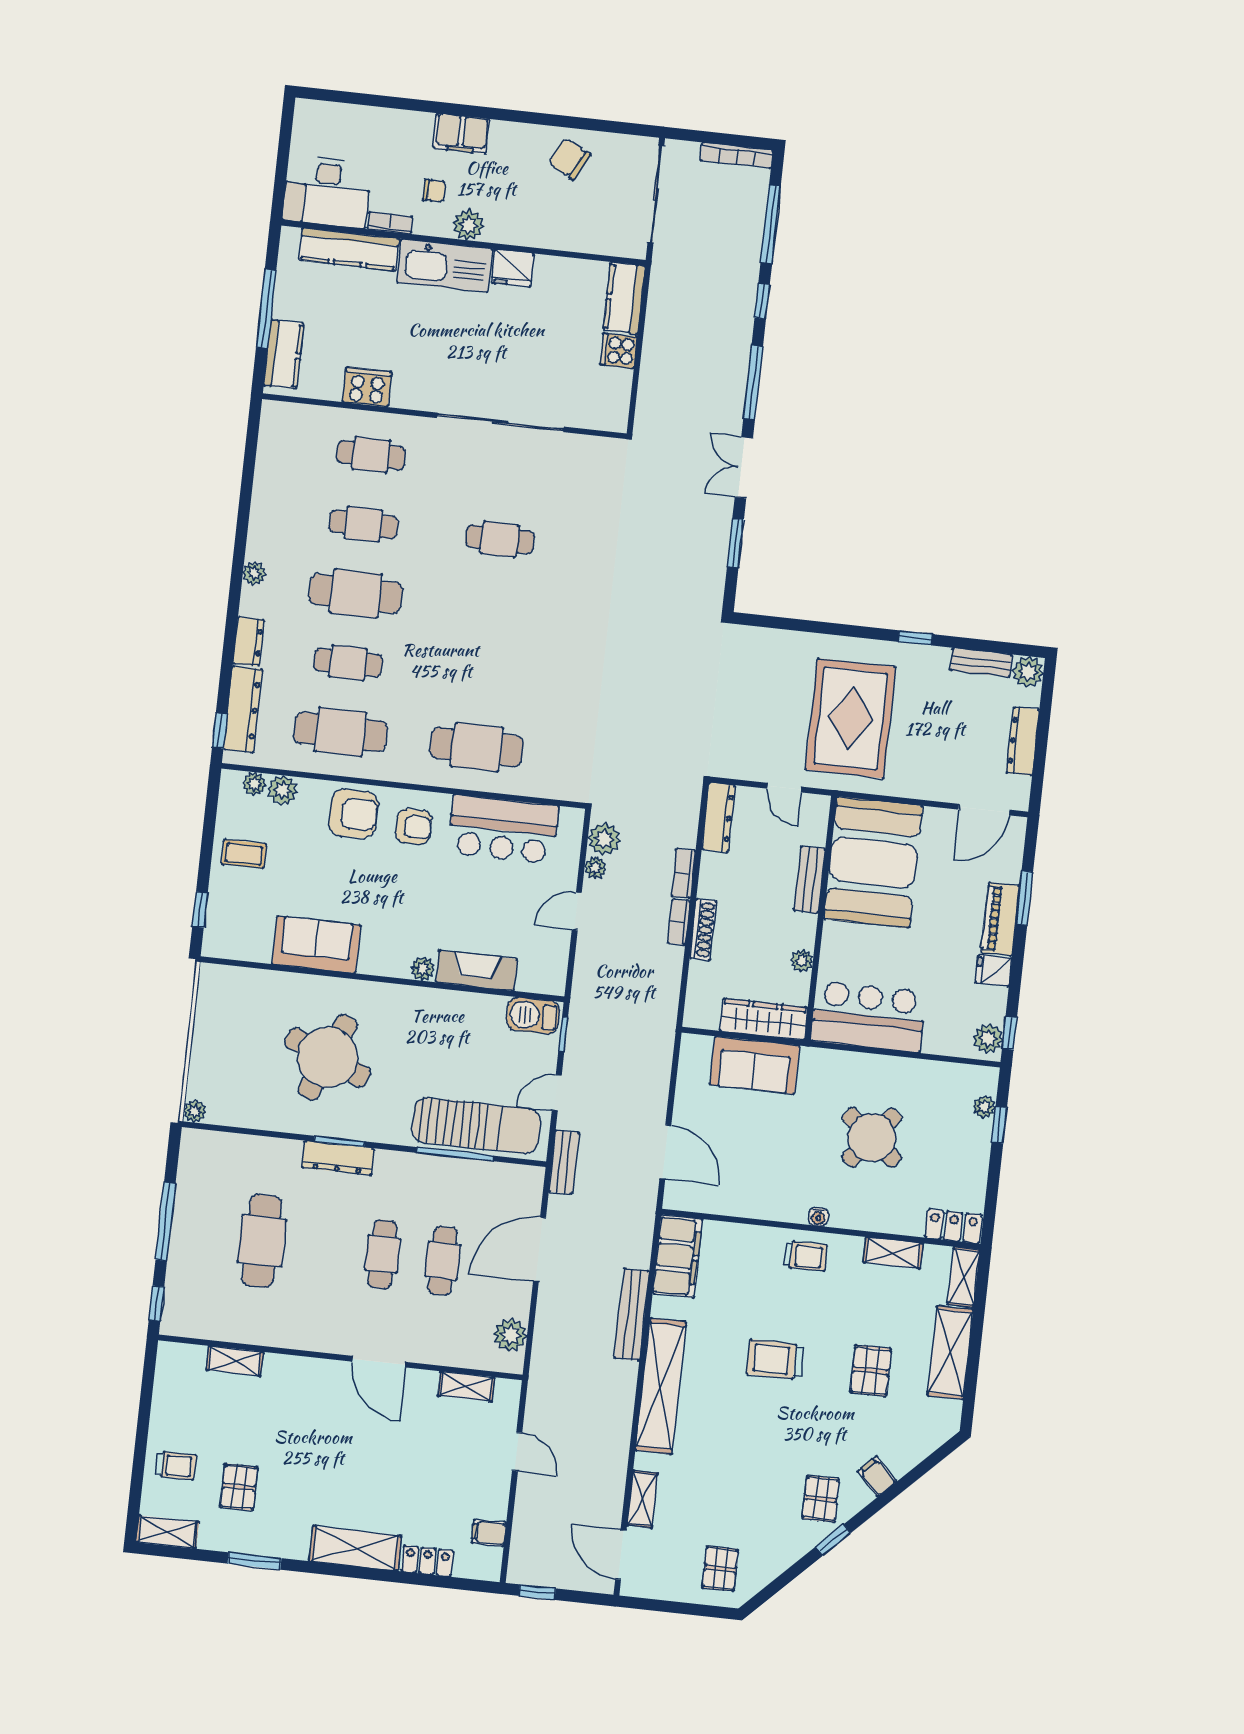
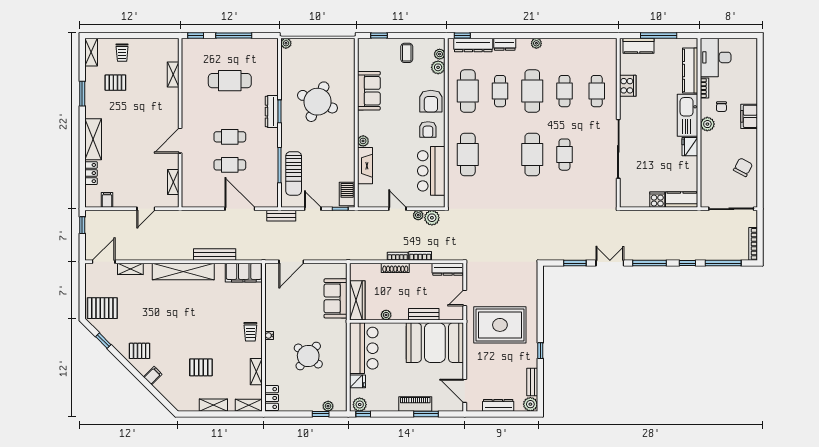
cafe table: (492, 609) -> (532, 155), added
fridge: (994, 970) -> (357, 381), moved, turned 90
sun lounger: (476, 1126) -> (294, 173), width x0.73, depth x0.75
plant: (510, 1335) -> (199, 200), removed
shelving: (950, 1353) -> (213, 405), width x0.67, depth x0.75
trolley: (775, 1360) -> (201, 323), removed
window: (833, 1540) -> (103, 341), moved
pallet: (720, 1569) -> (102, 308), width x1.50, depth x1.42

